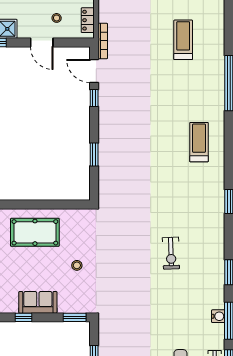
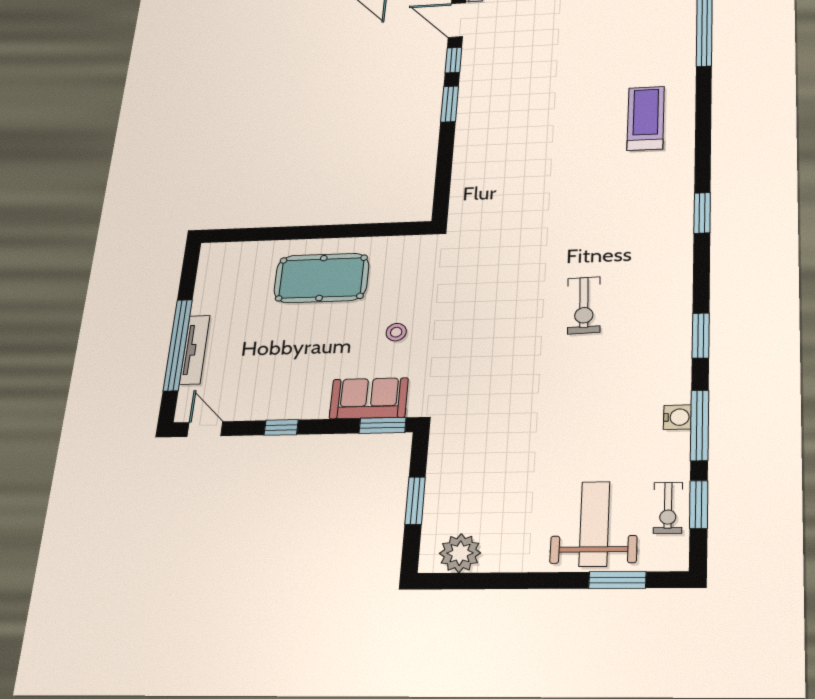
window: (94, 155) -> (450, 104), moved
sofa: (38, 302) -> (369, 398), moved

